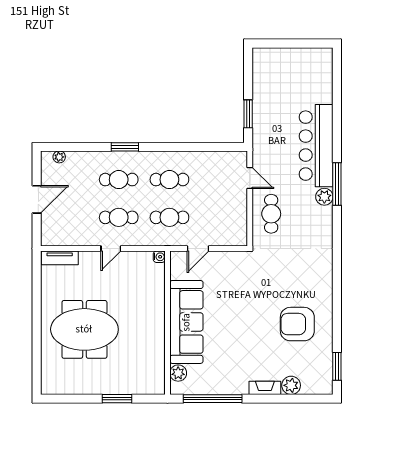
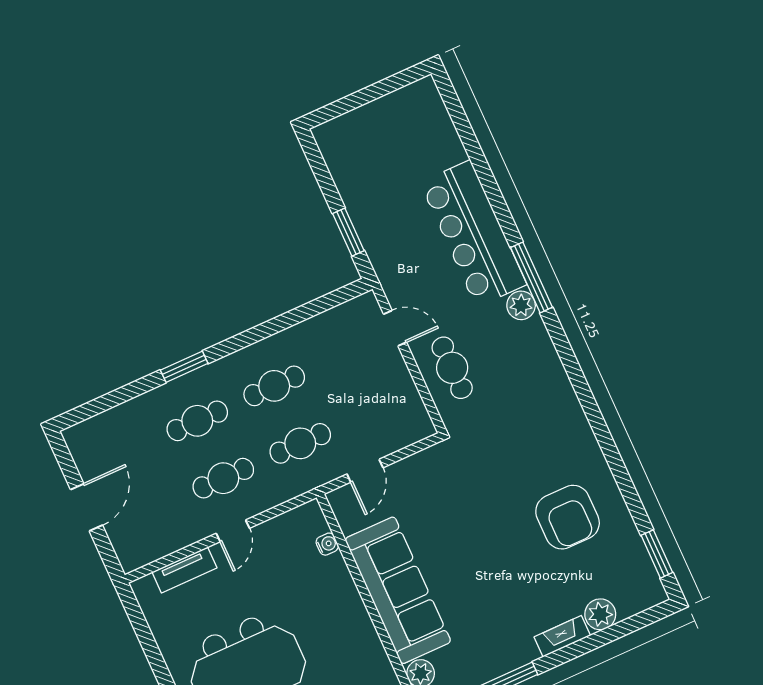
plant: (59, 157) -> (91, 427), removed
water cooler: (159, 257) -> (327, 544), moved
tv unit: (60, 258) -> (184, 570), moved
armchair: (297, 324) -> (568, 517), turned -90

